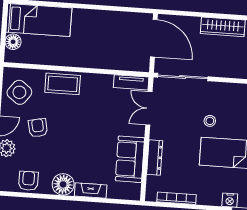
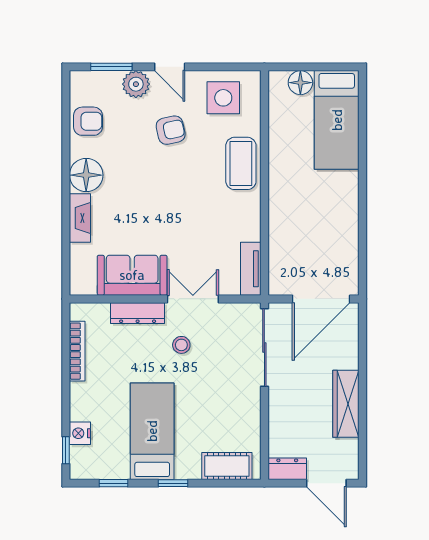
side table: (19, 92) -> (223, 98), turned -37
double door: (149, 108) -> (193, 299), moved
stool: (210, 121) -> (181, 345), moved

